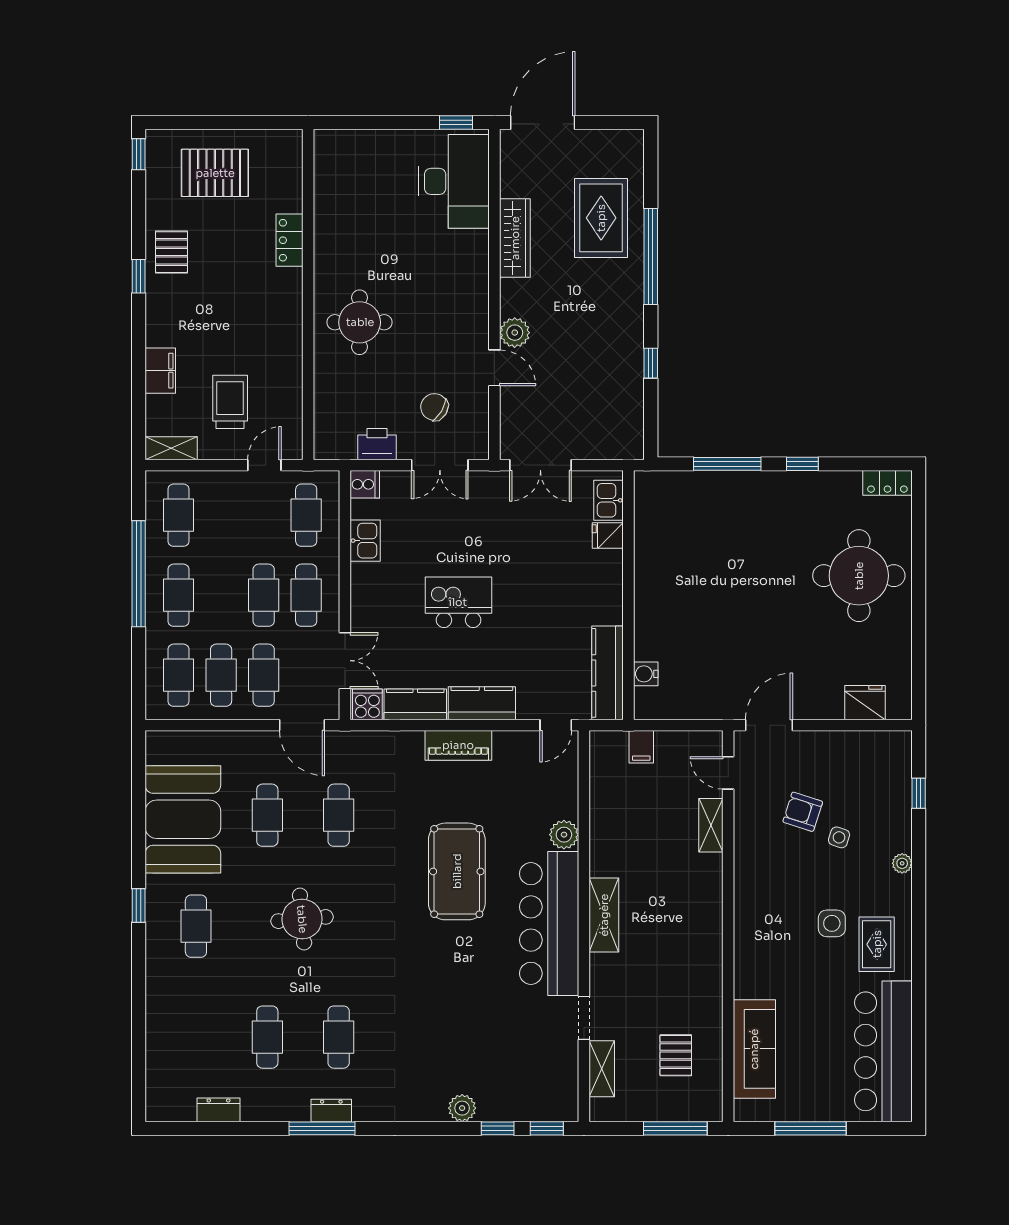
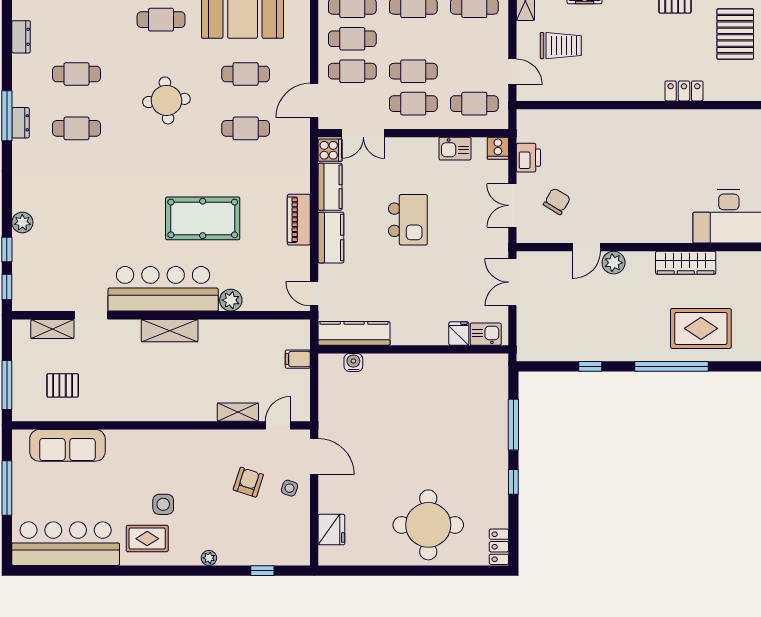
round table: (360, 322) -> (621, 144), removed
side table: (839, 837) -> (289, 488), moved

